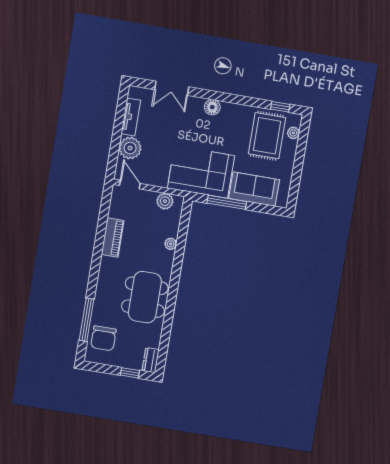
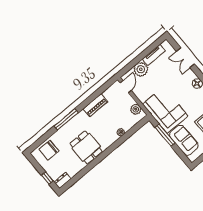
dining table: (145, 297) -> (86, 147), width x0.73
window: (87, 320) -> (66, 119), moved

